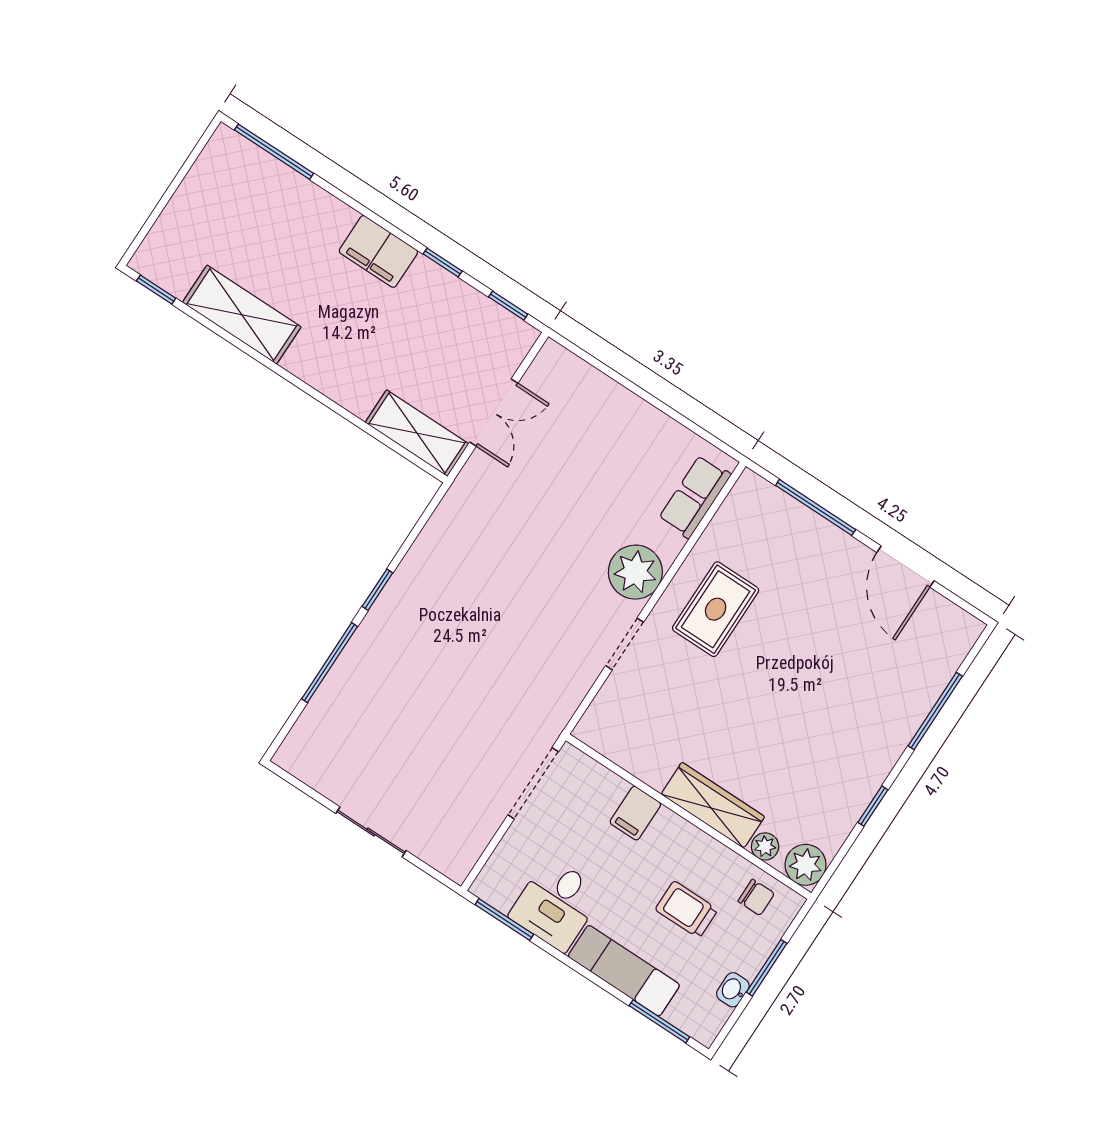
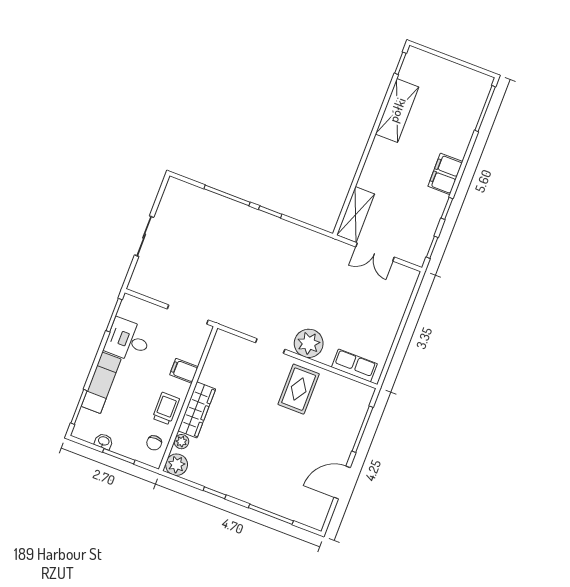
rug: (716, 609) -> (299, 389), turned 90
trolley: (687, 910) -> (166, 408), moved

